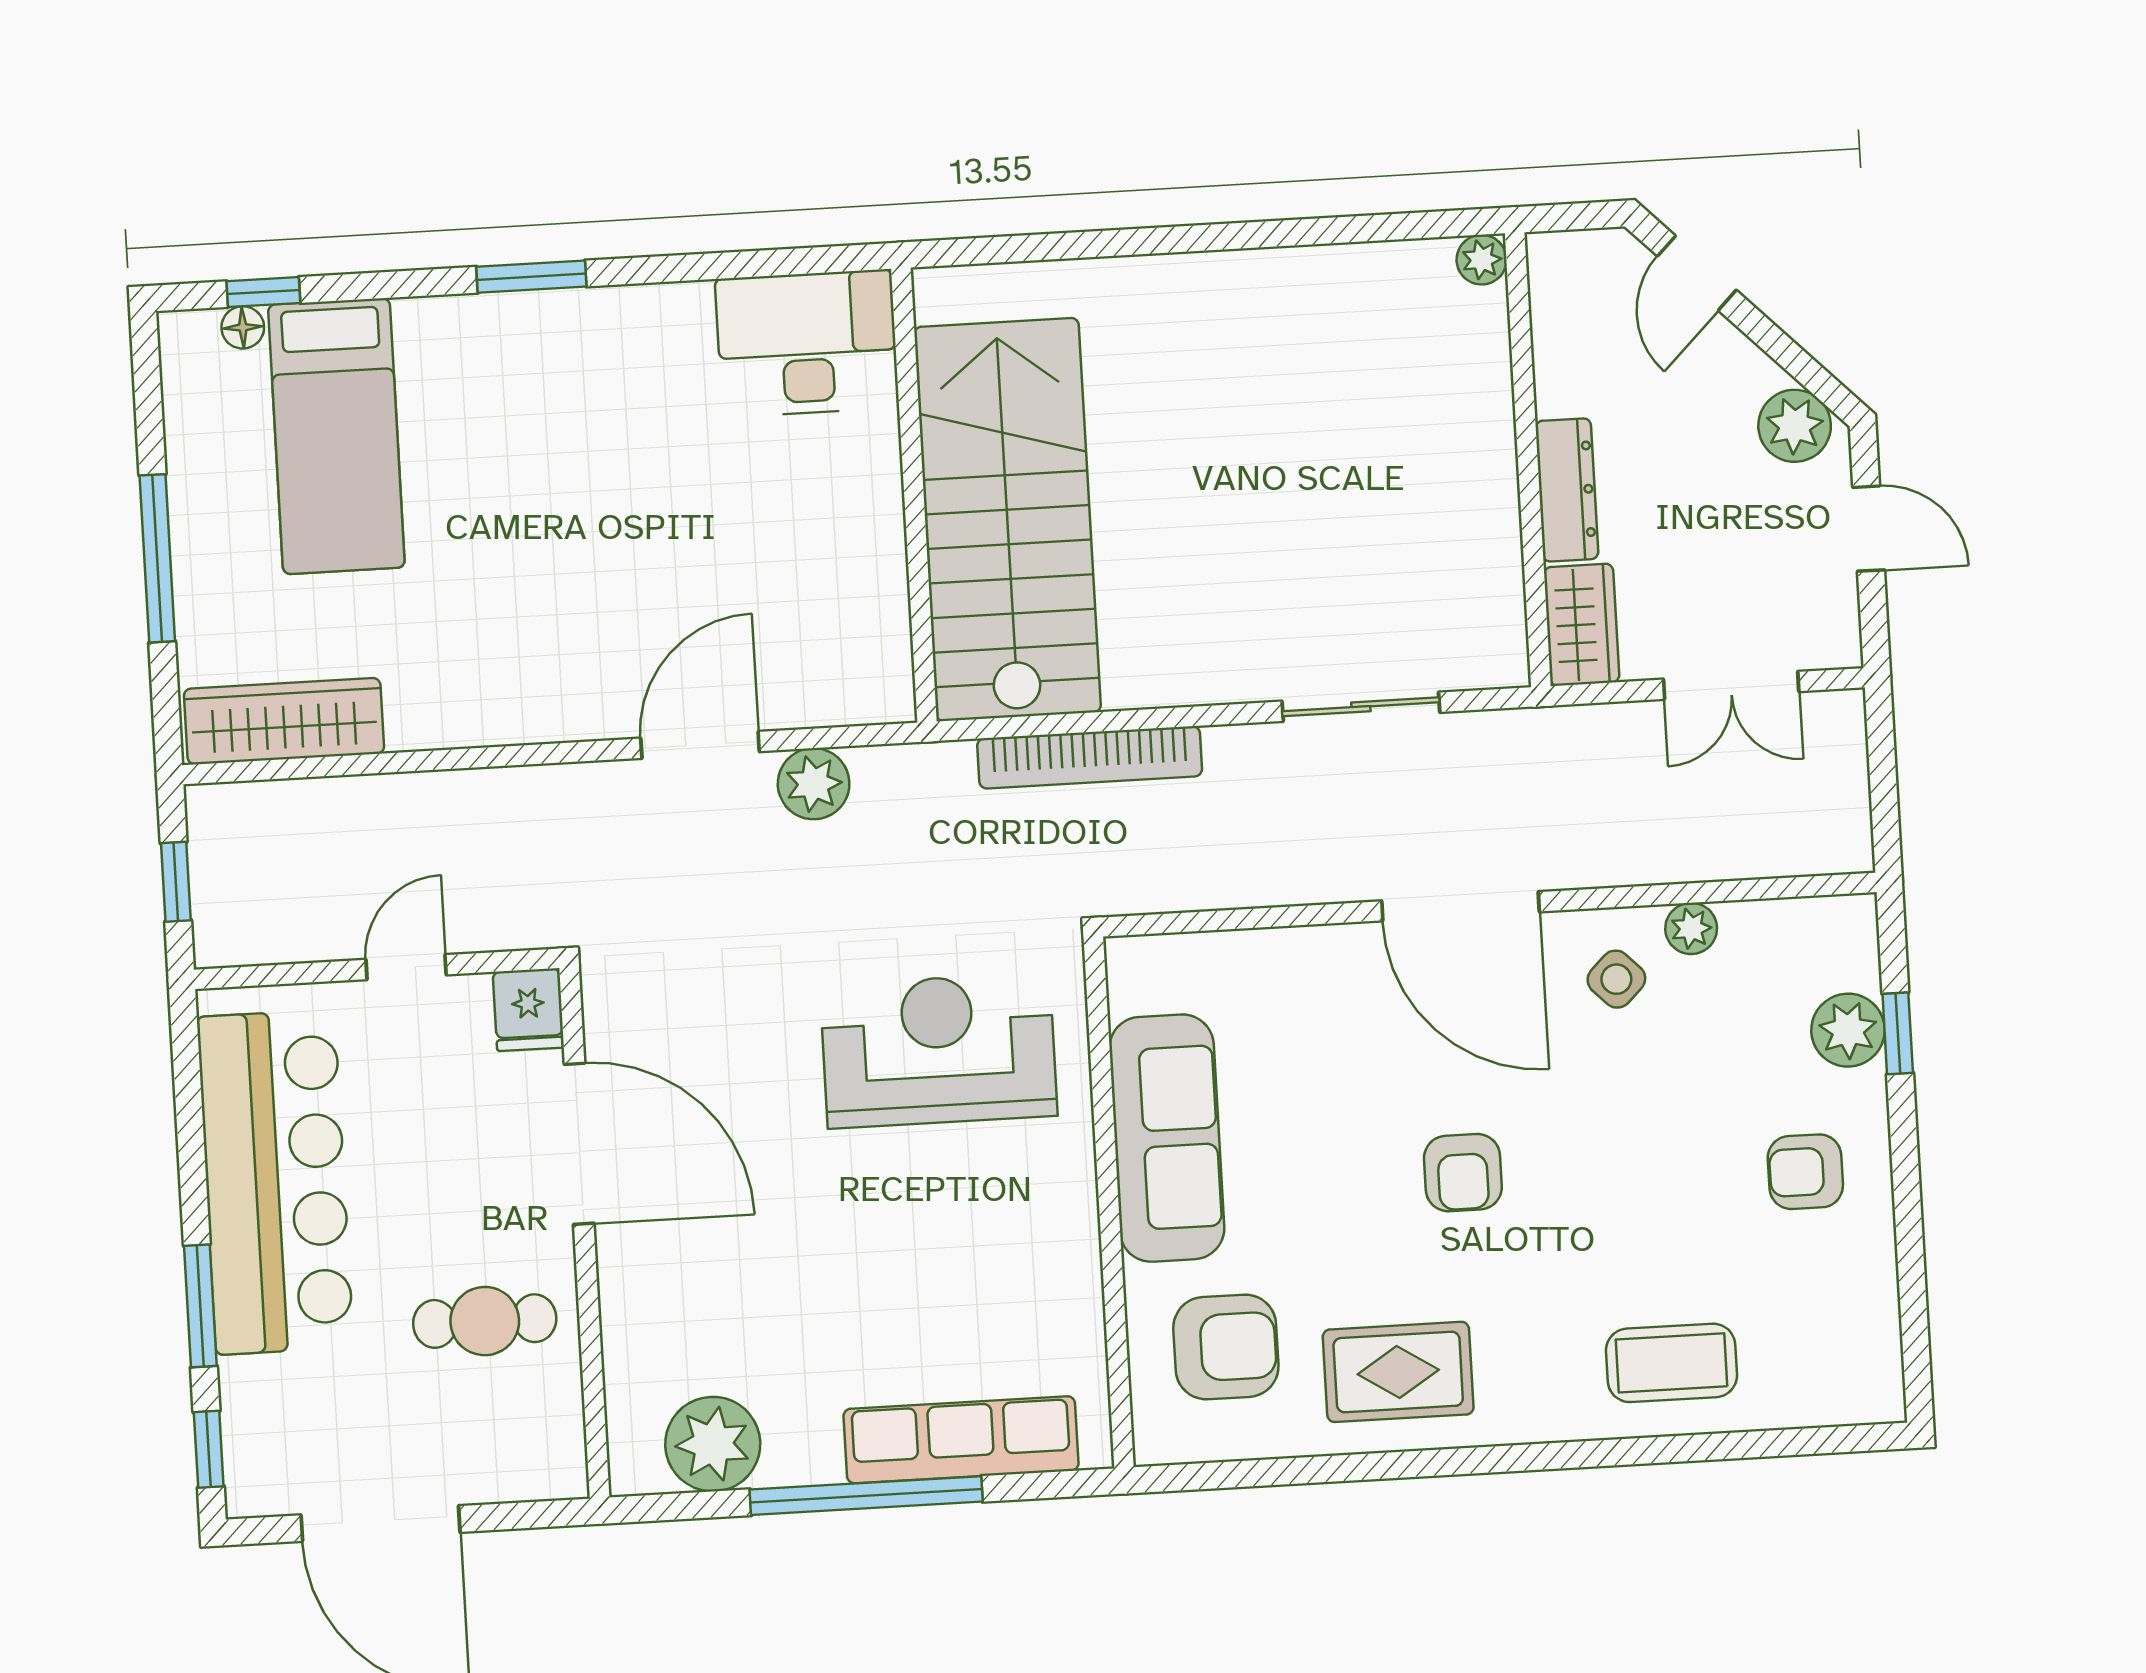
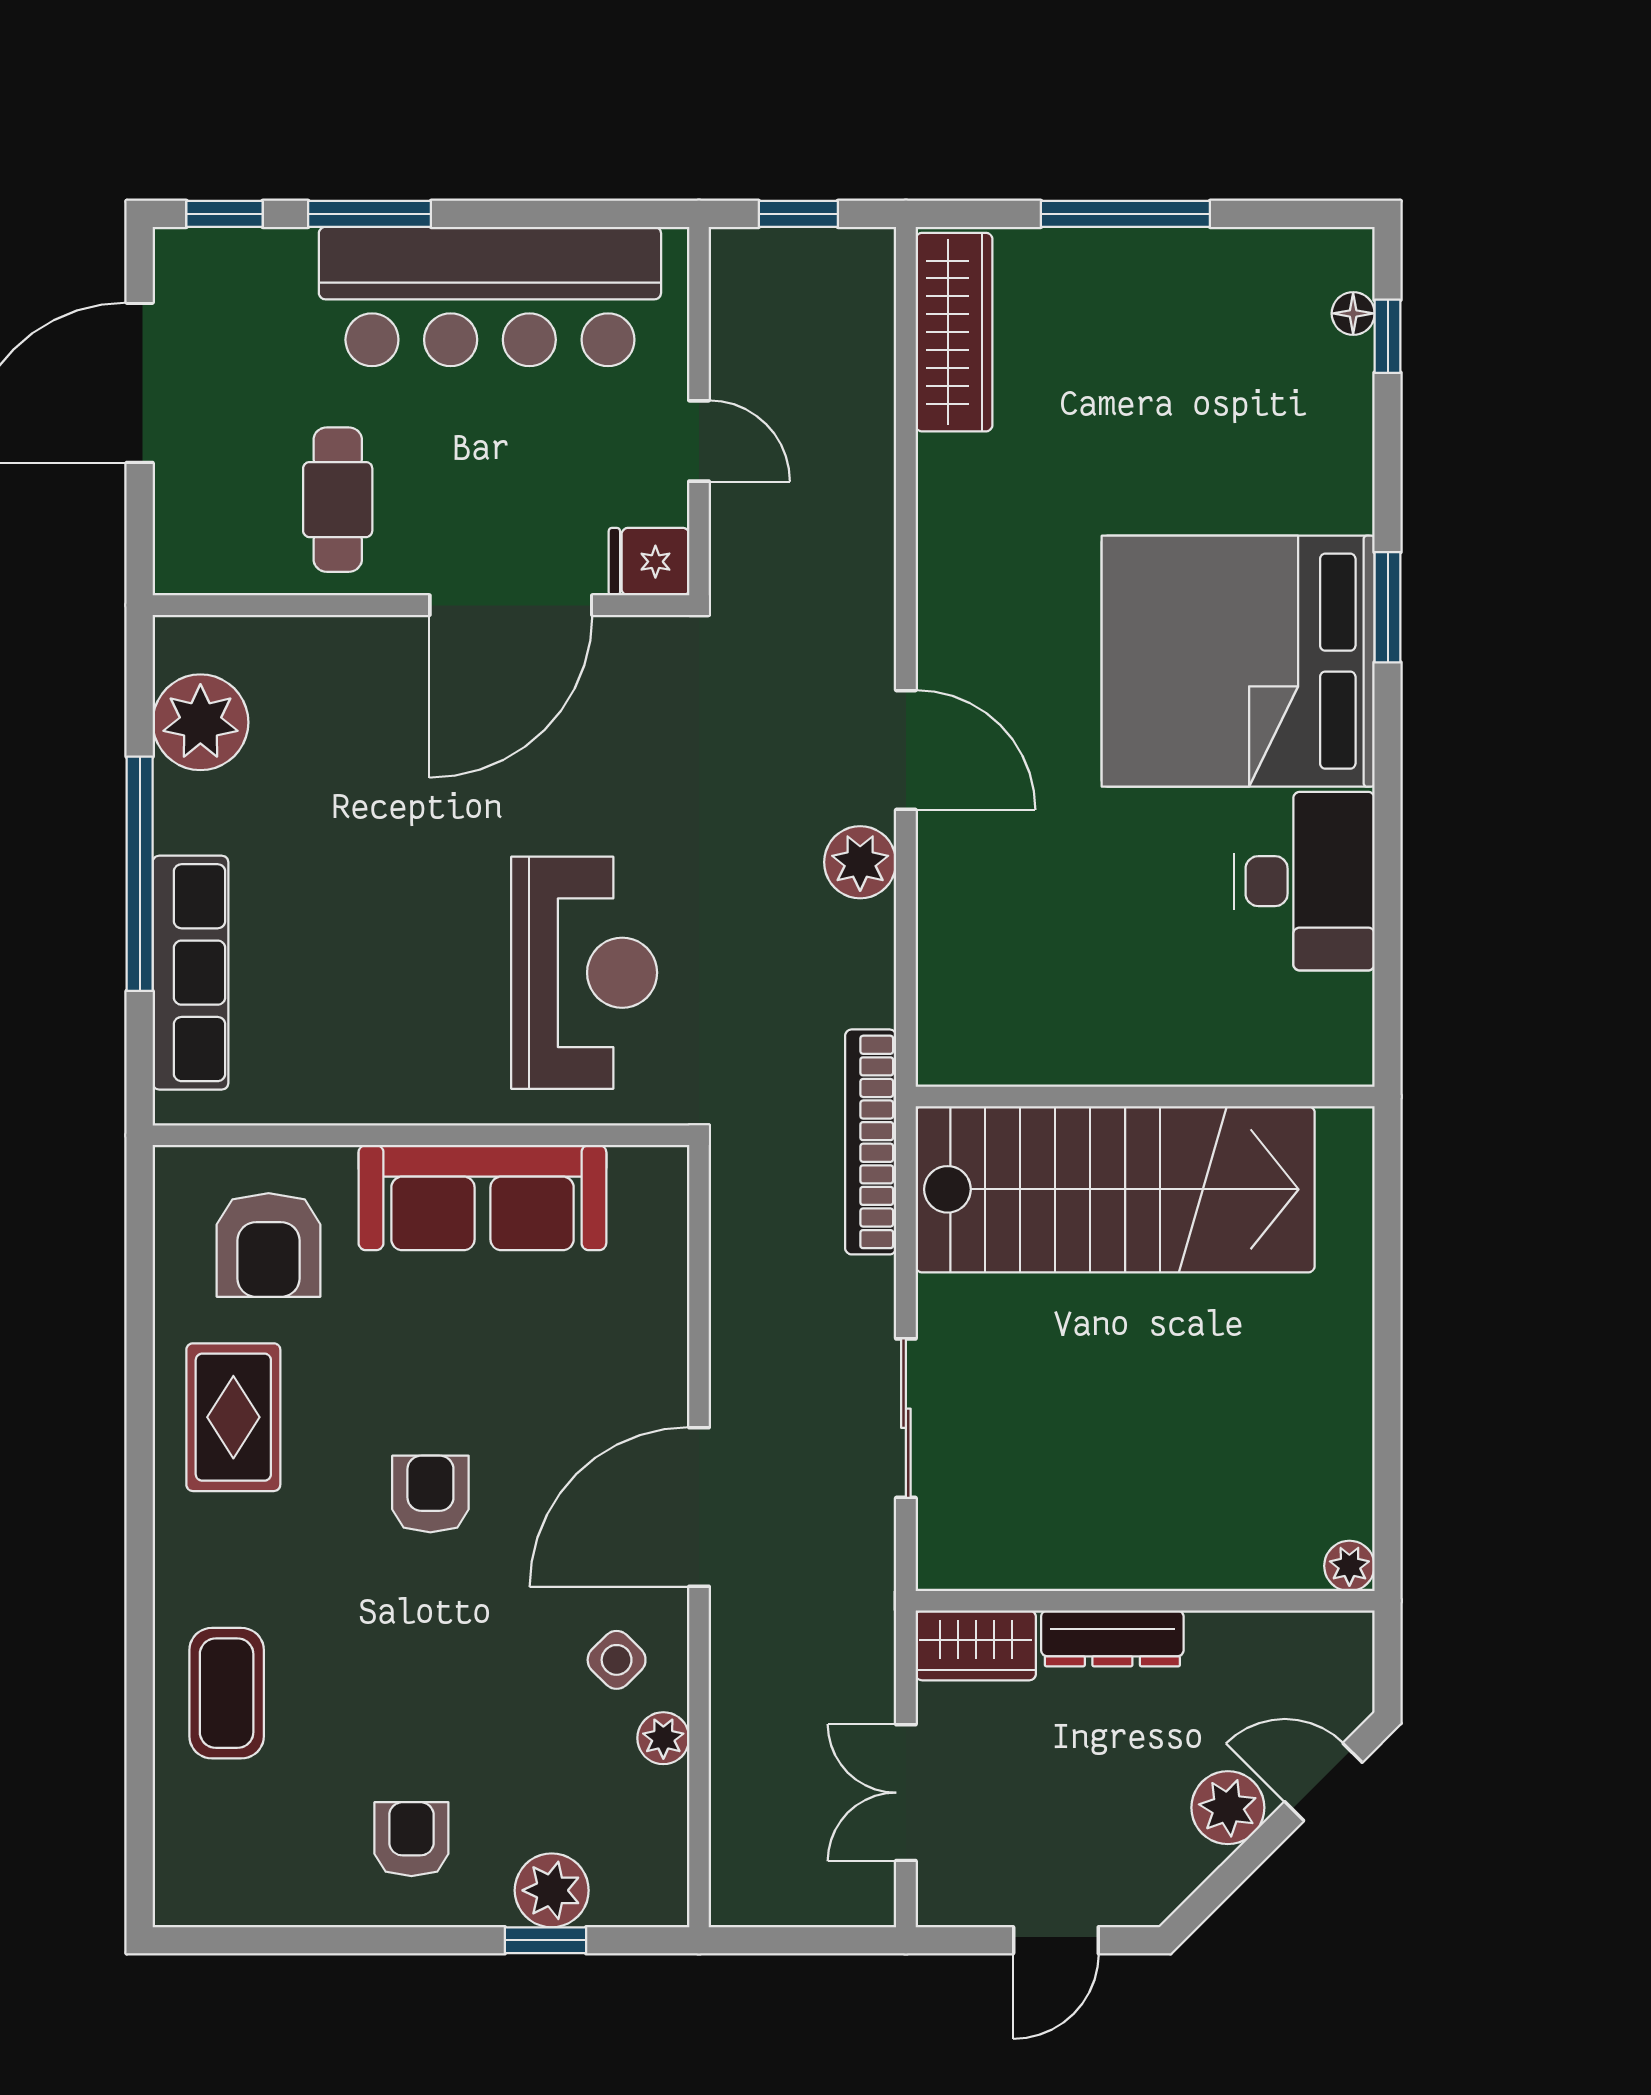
plant: (1795, 426) -> (1228, 1808), moved
bed: (336, 436) -> (1238, 661), moved, width x2.04
wall: (914, 495) -> (1145, 1096), moved
stairs: (1007, 520) -> (1115, 1189), moved
armchair: (1463, 1173) -> (430, 1494), turned 90

